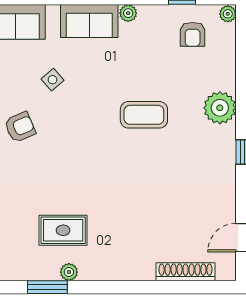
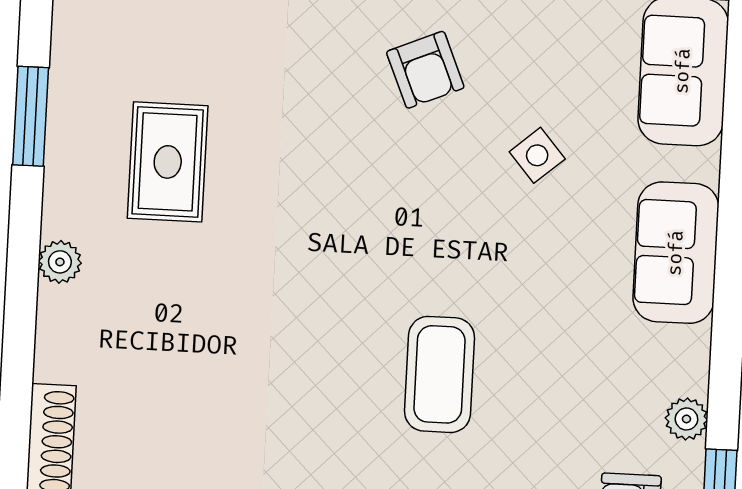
plant: (128, 13) -> (686, 419), moved
plant: (69, 272) -> (60, 262), moved

